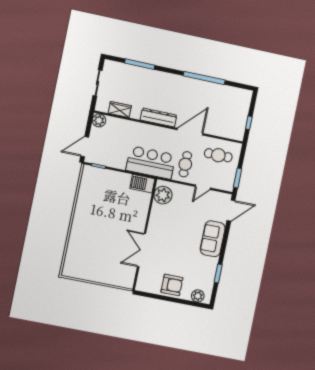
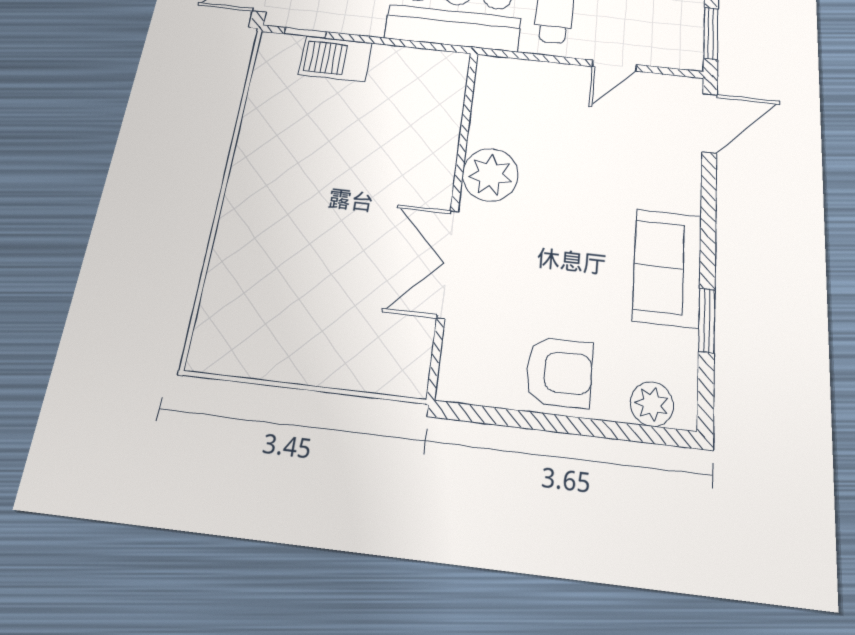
barbecue: (142, 184) -> (335, 59), moved
plant: (163, 195) -> (490, 175), moved
sofa: (213, 239) -> (667, 268), moved

